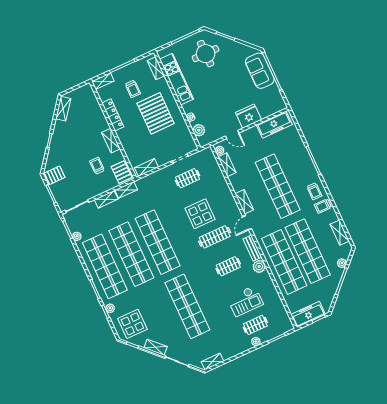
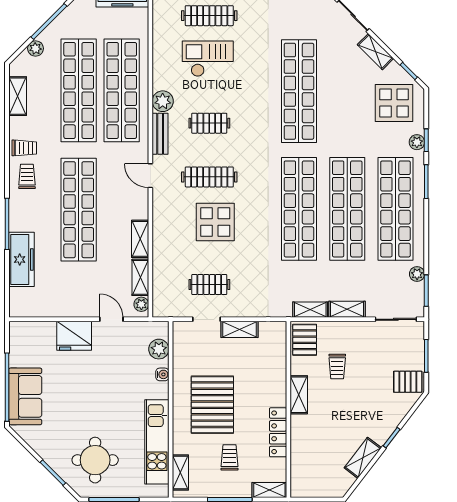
shelving: (63, 109) -> (363, 458), moved
freezer: (274, 125) -> (21, 259), moved, turned 90
shelving: (146, 167) -> (239, 329), moved
shelving: (244, 202) -> (140, 239), moved
door: (247, 223) -> (150, 176), swing flipped
clothes rail: (255, 325) -> (209, 16), width x1.36

